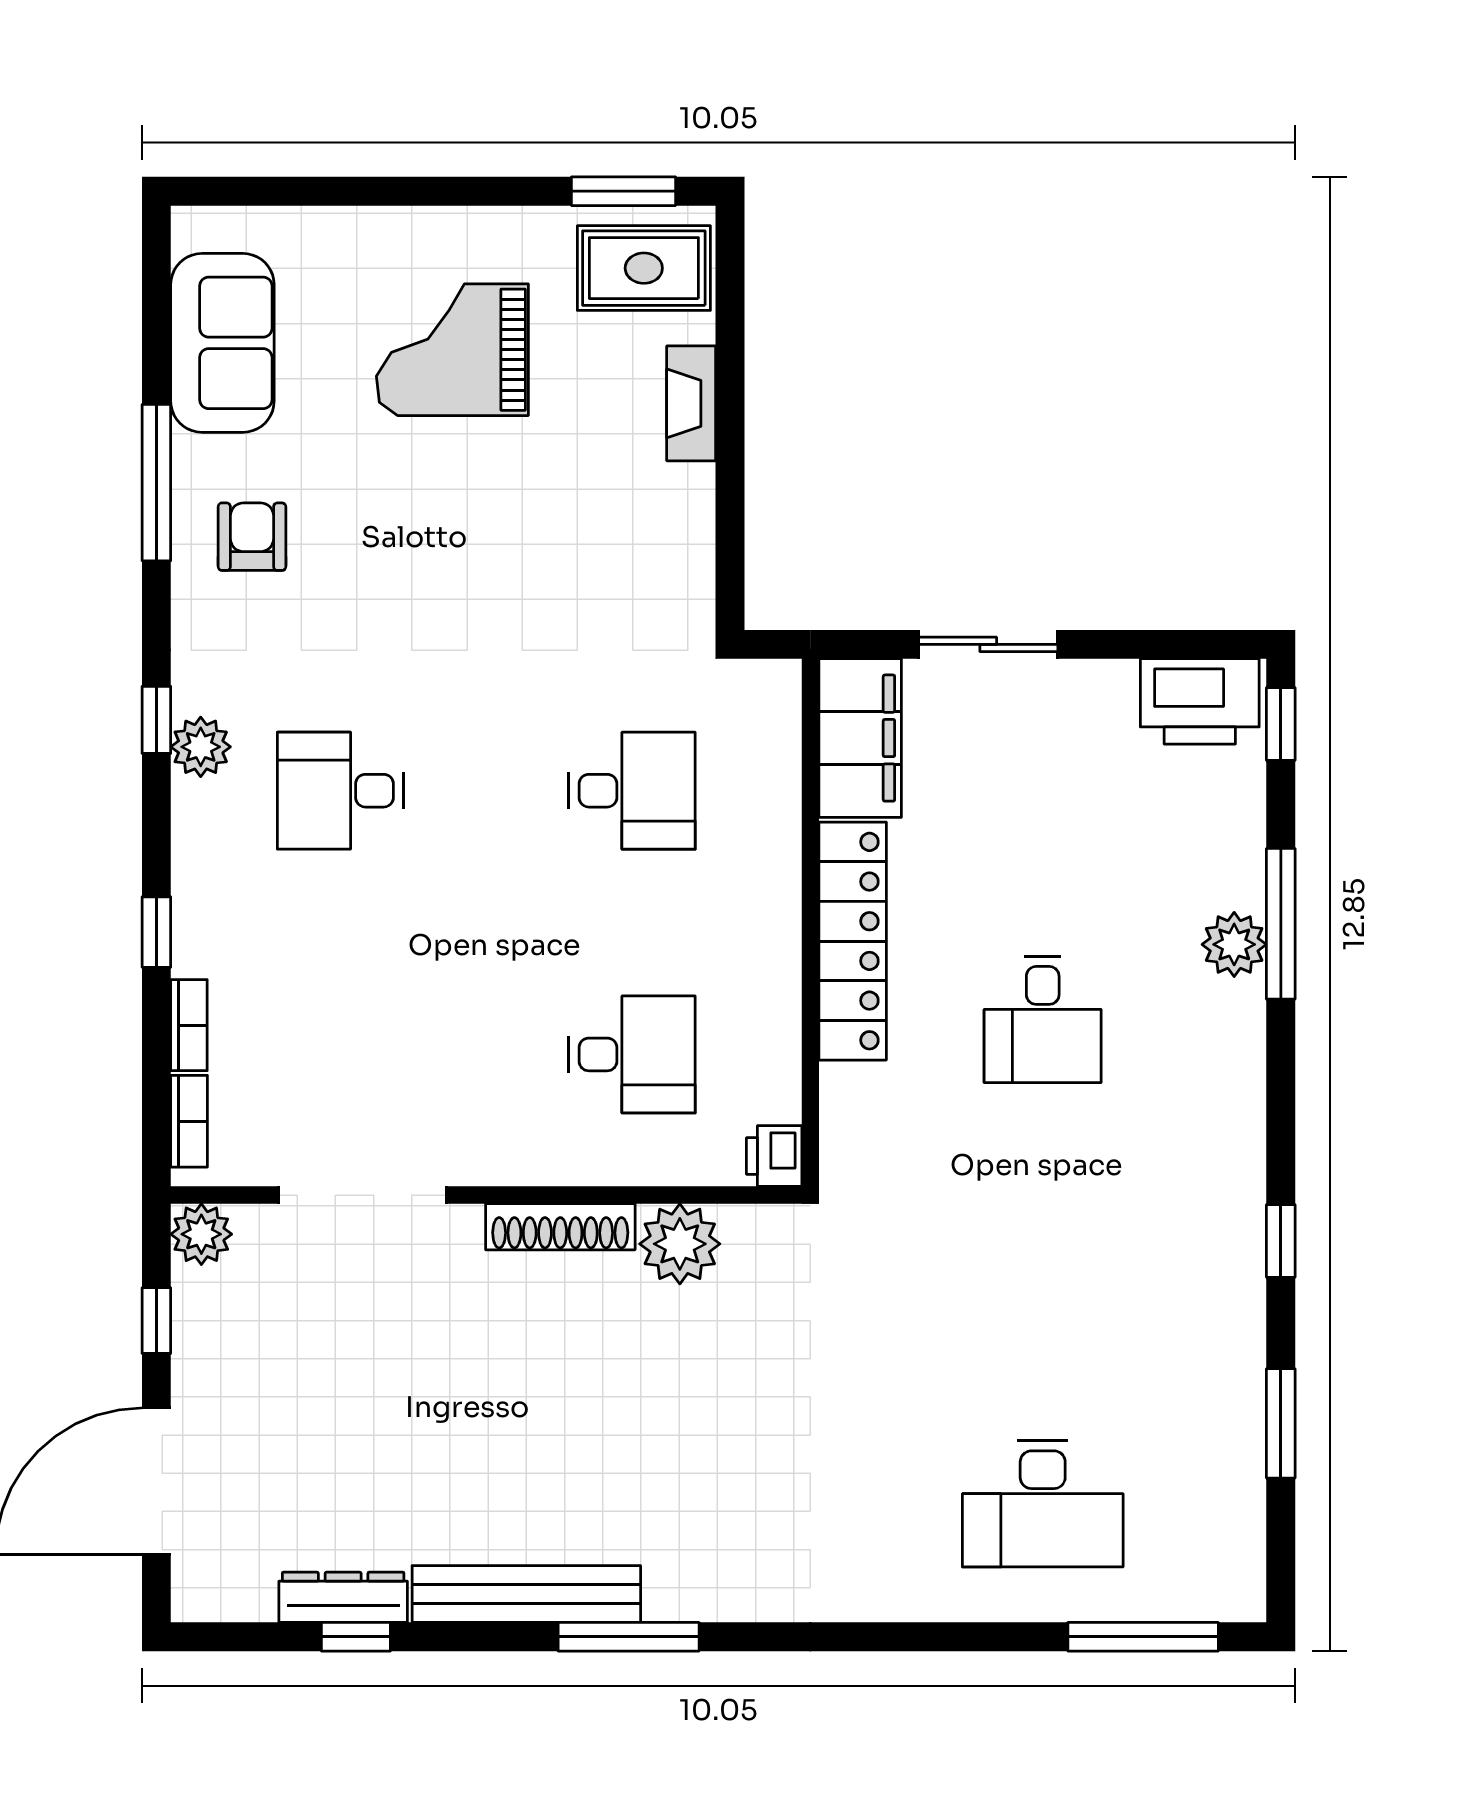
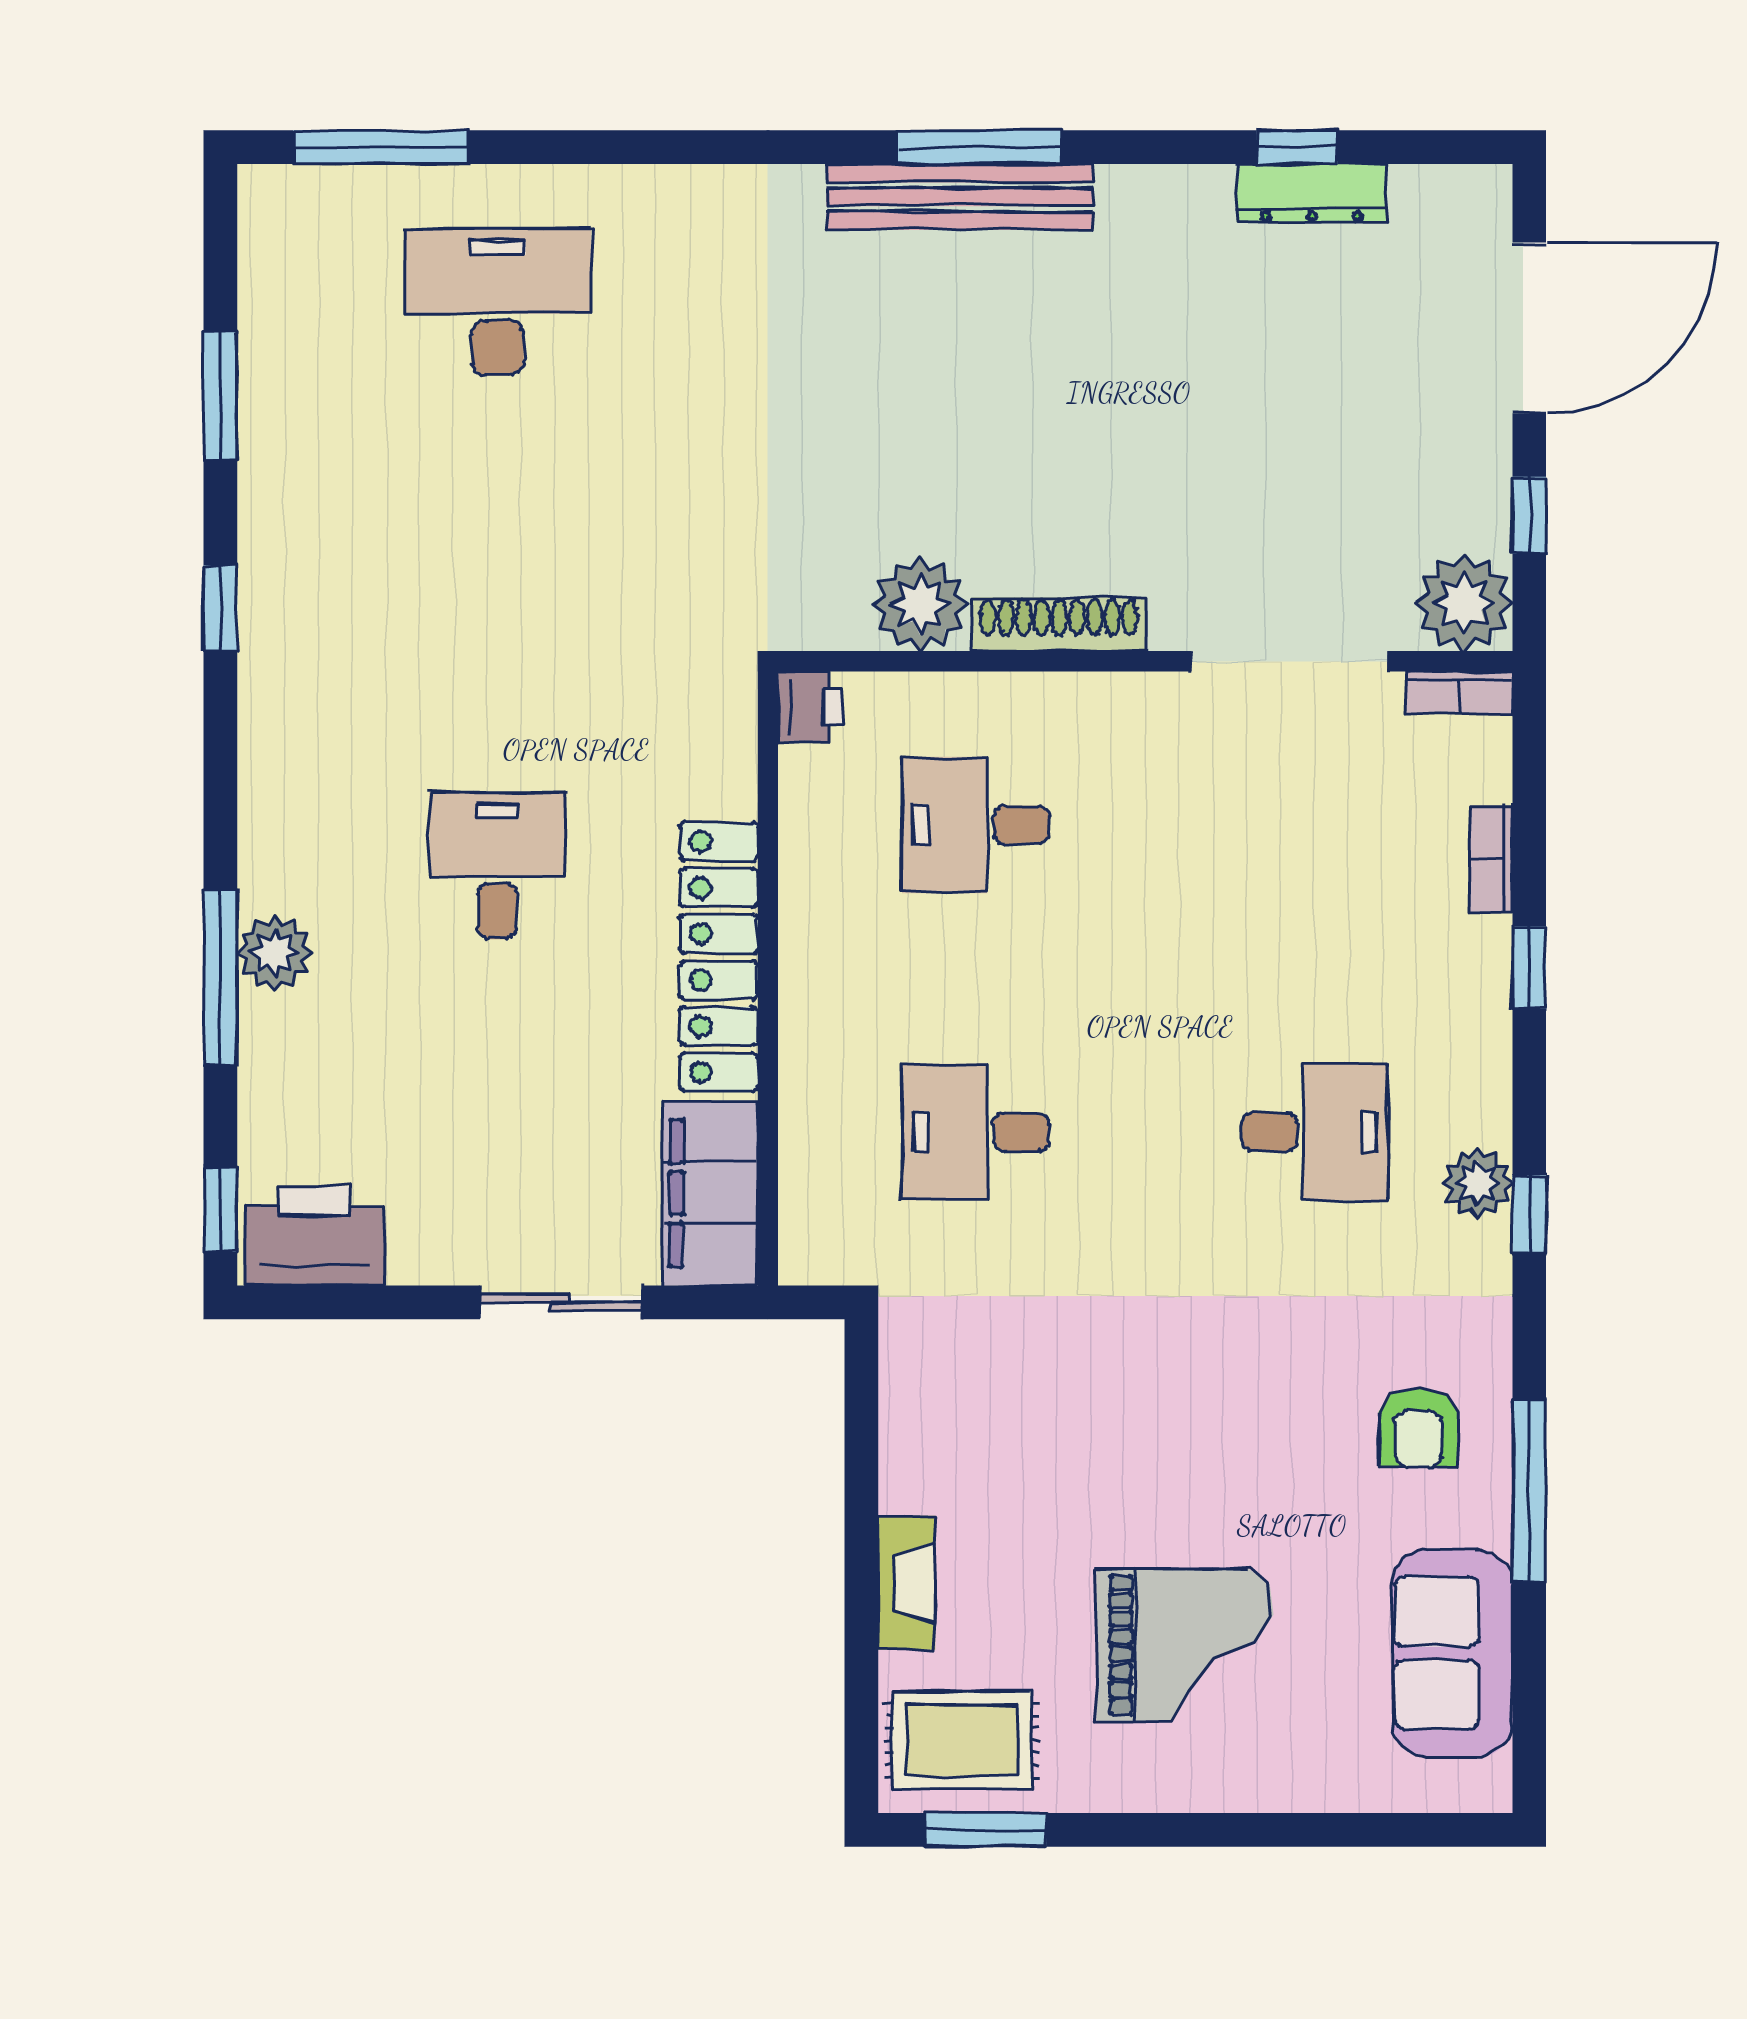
bookcase: (189, 1121) -> (1459, 693), moved, turned -90
plant: (201, 1234) -> (1464, 603), width x1.36, depth x1.36
bench: (526, 1594) -> (960, 197), moved

